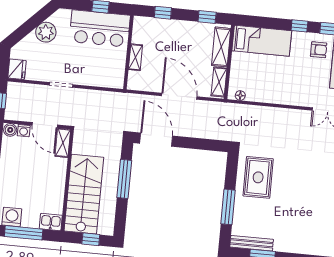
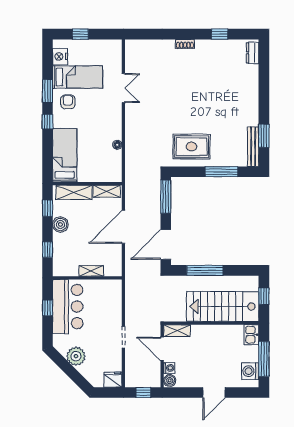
boiler: (188, 29) -> (60, 224), added
floor lamp: (240, 96) -> (117, 145), moved
door: (45, 125) -> (162, 349), swing flipped
window: (207, 145) -> (166, 197), added

